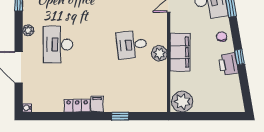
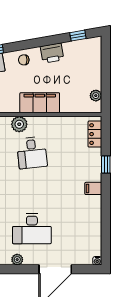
plant: (159, 53) -> (19, 124), moved
window: (240, 57) -> (78, 36), moved
plant: (182, 102) -> (96, 96), width x0.53, depth x0.53
locker: (77, 106) -> (95, 134), moved

